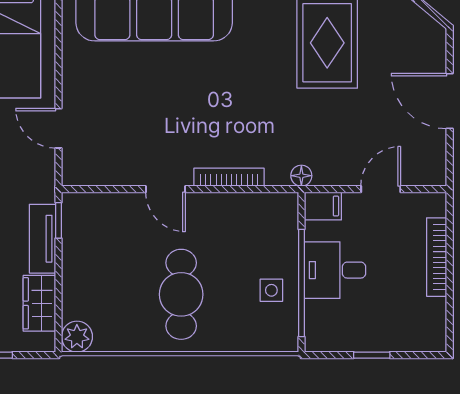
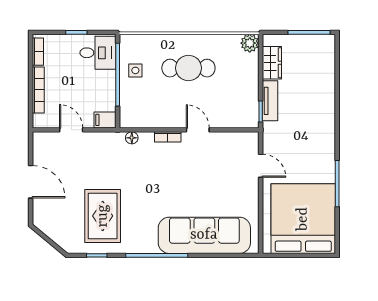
floor lamp: (301, 176) -> (132, 138), moved
bookcase: (229, 177) -> (168, 137), width x0.64
door: (381, 189) -> (71, 130), swing flipped
desk: (335, 270) -> (98, 53), moved
cafe table: (181, 294) -> (188, 68), turned 90
bookcase: (437, 322) -> (38, 52), added

